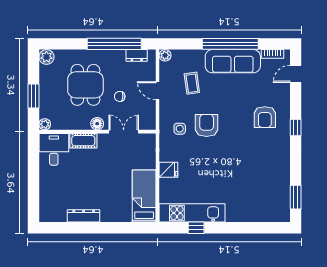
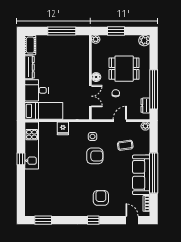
armchair: (265, 117) -> (101, 198), turned 90
cot: (83, 141) -> (30, 45), moved
desk: (54, 149) -> (37, 90), moved, turned 180
window: (33, 171) -> (62, 31), added
window: (196, 228) -> (21, 159), moved

